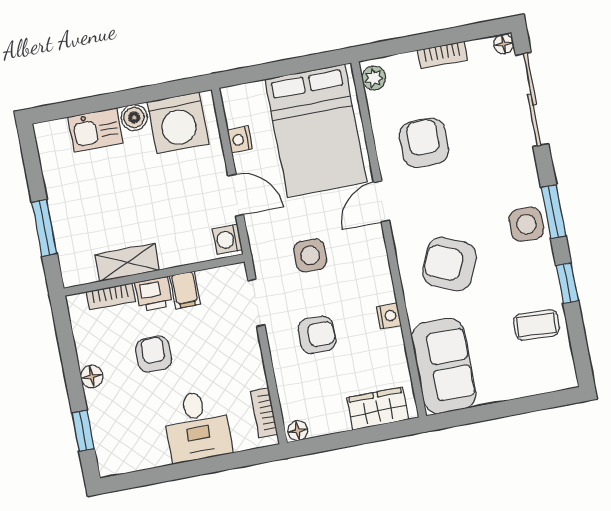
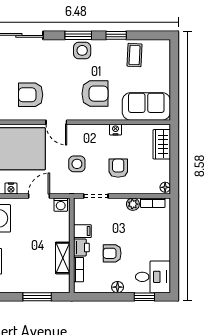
armchair: (449, 264) -> (95, 94), turned -113
plant: (254, 376) -> (133, 204), added
desk: (197, 426) -> (153, 277), moved

